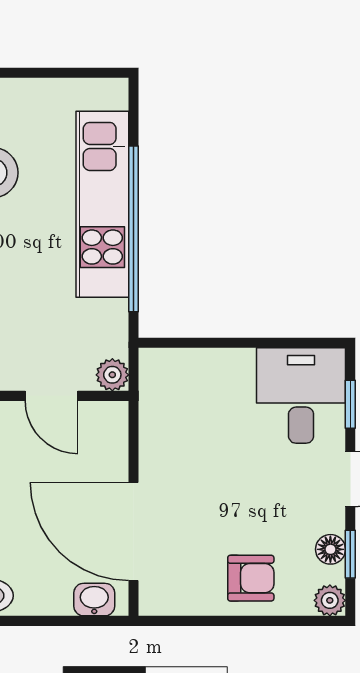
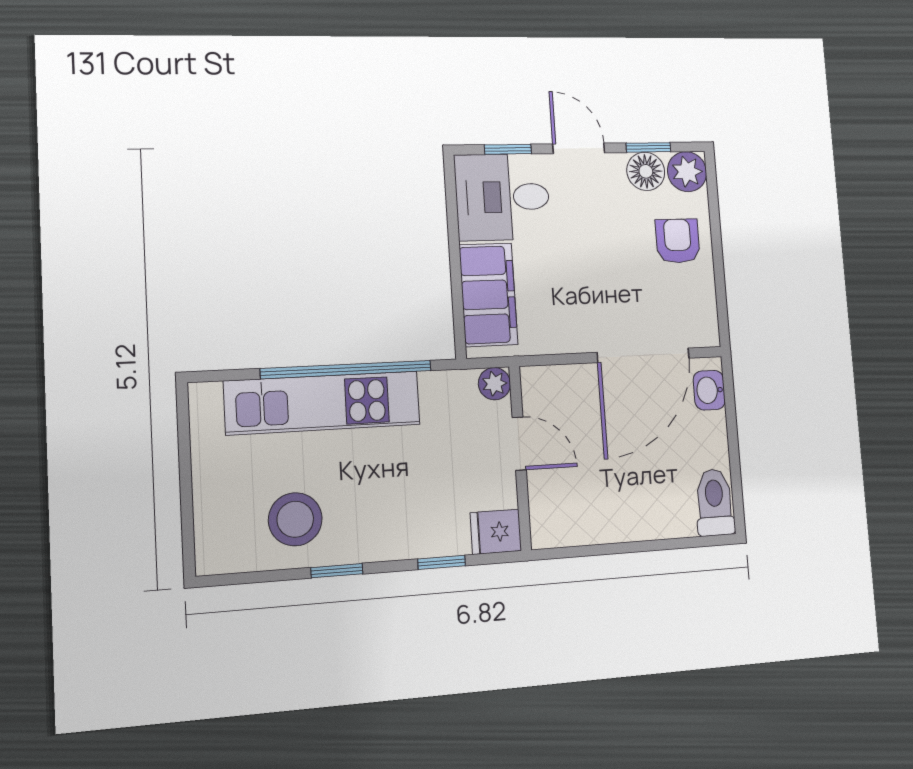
filing cabinet: (202, 374) -> (488, 295), added
door: (51, 396) -> (519, 444), hinge flipped
floor lamp: (330, 549) -> (646, 171), width x1.37, depth x1.37
plant: (330, 600) -> (687, 172), width x1.38, depth x1.38

